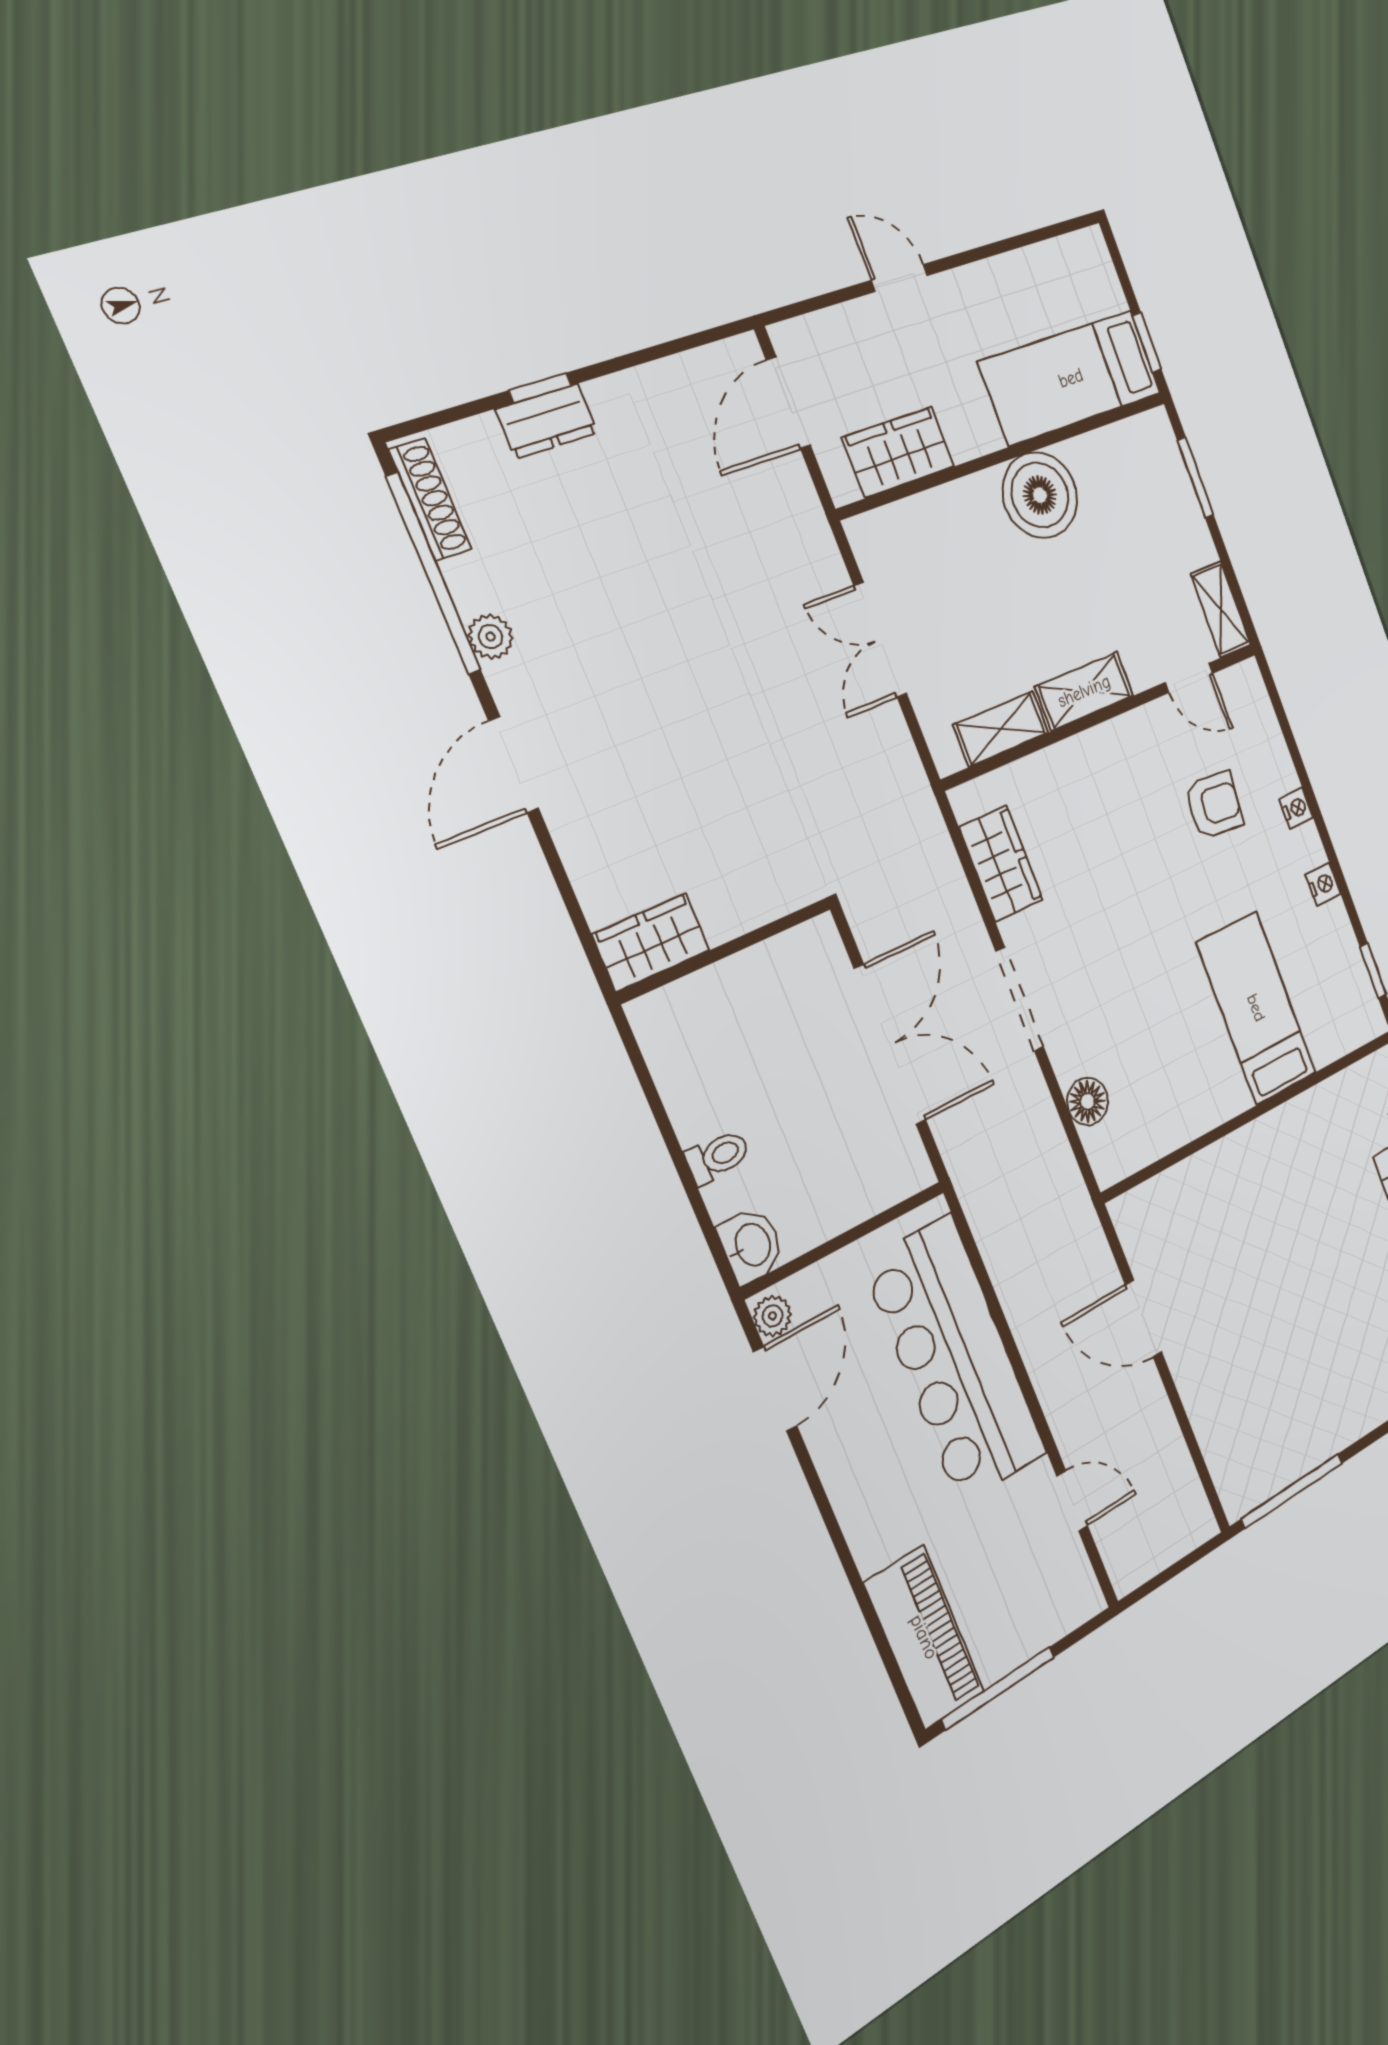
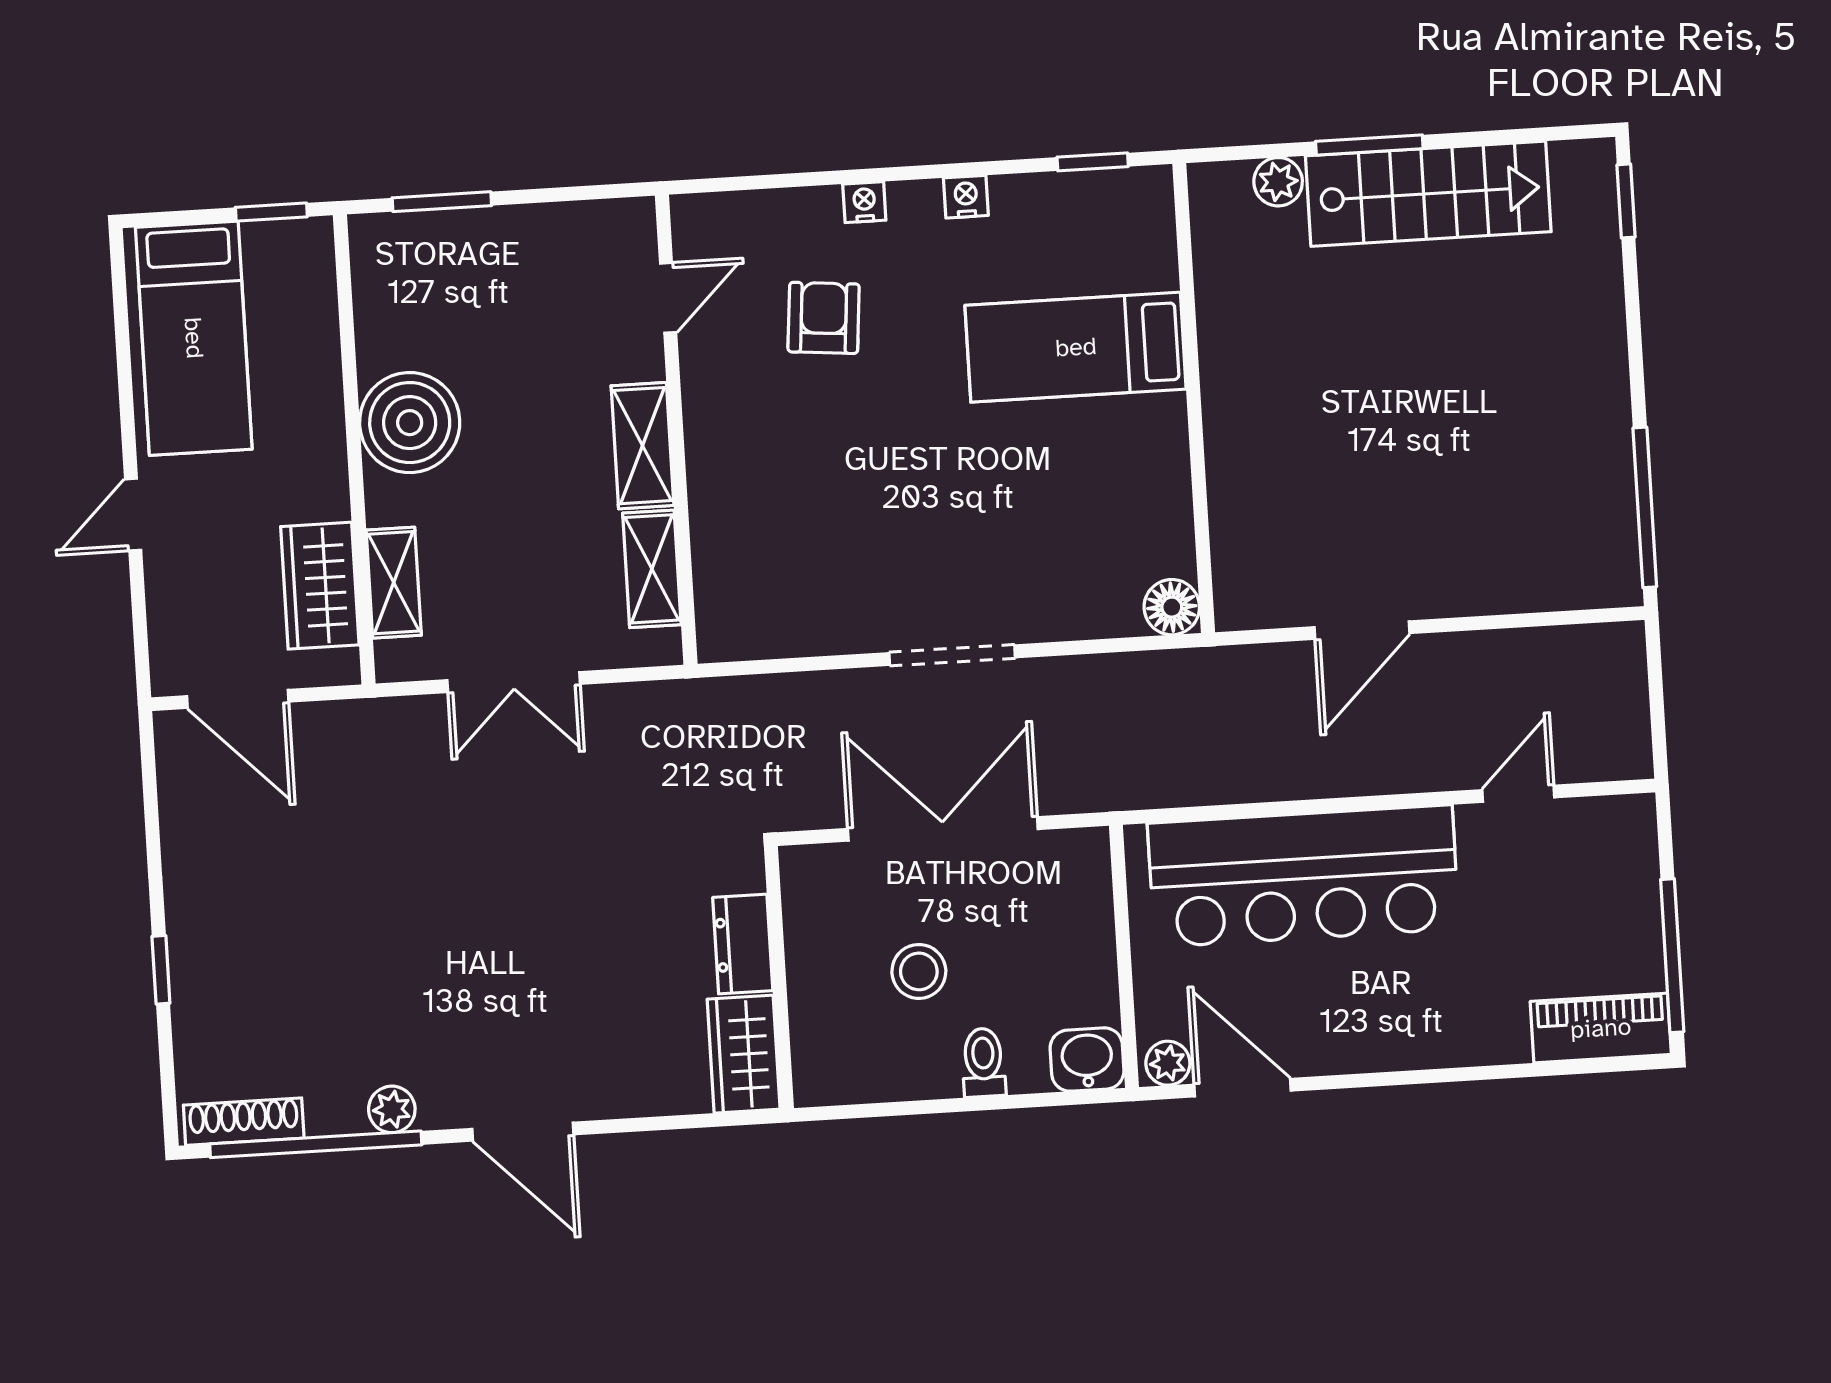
bed: (1071, 378) -> (194, 338), moved
dresser: (547, 421) -> (743, 944), moved, turned 180
shelving: (1221, 609) -> (394, 583), moved, turned 90
wardrobe: (1001, 864) -> (798, 624), removed
stool: (772, 1070) -> (919, 971), added
floor lamp: (1087, 1101) -> (1172, 607), moved
piano: (924, 1637) -> (1601, 1028), width x0.73, depth x0.75

